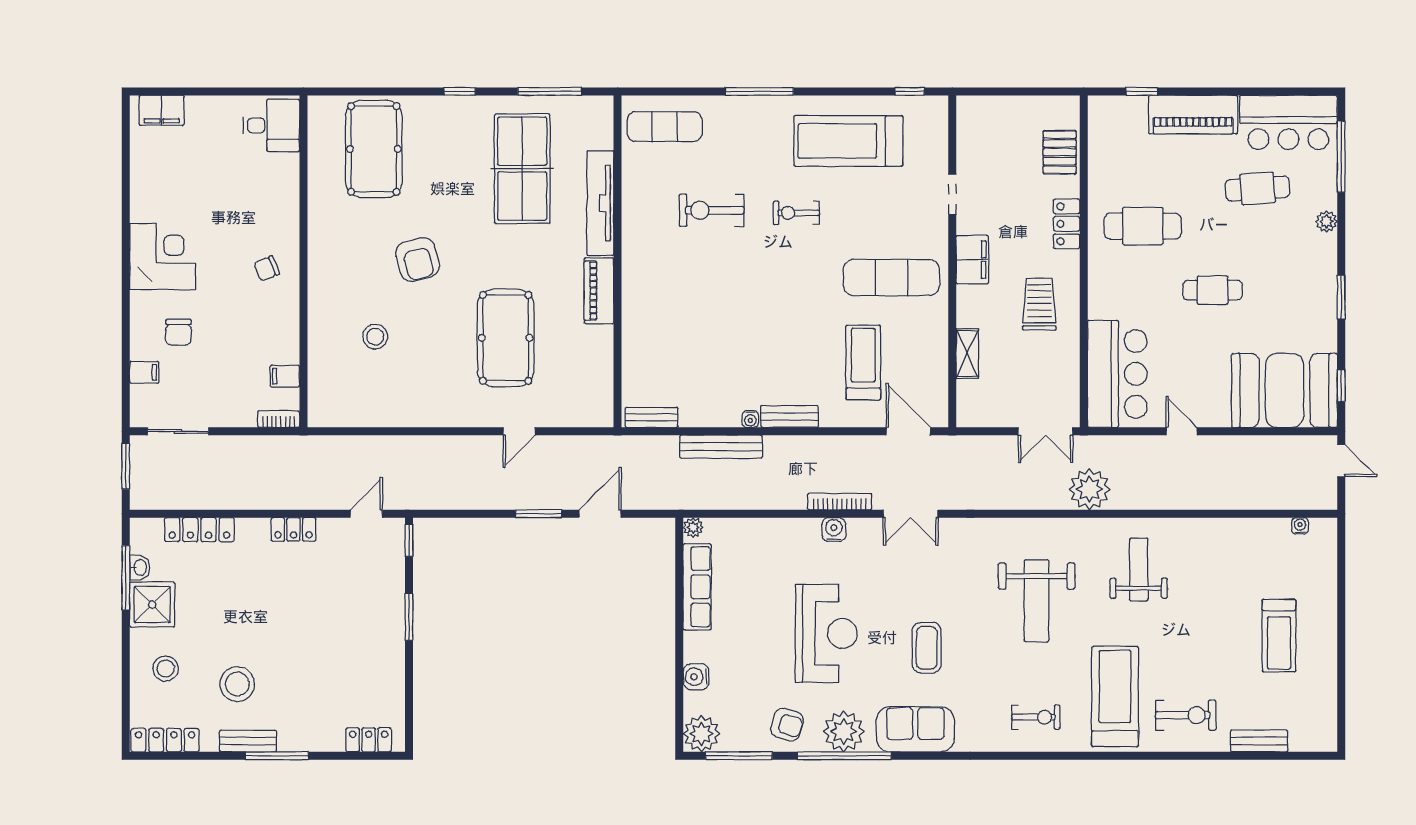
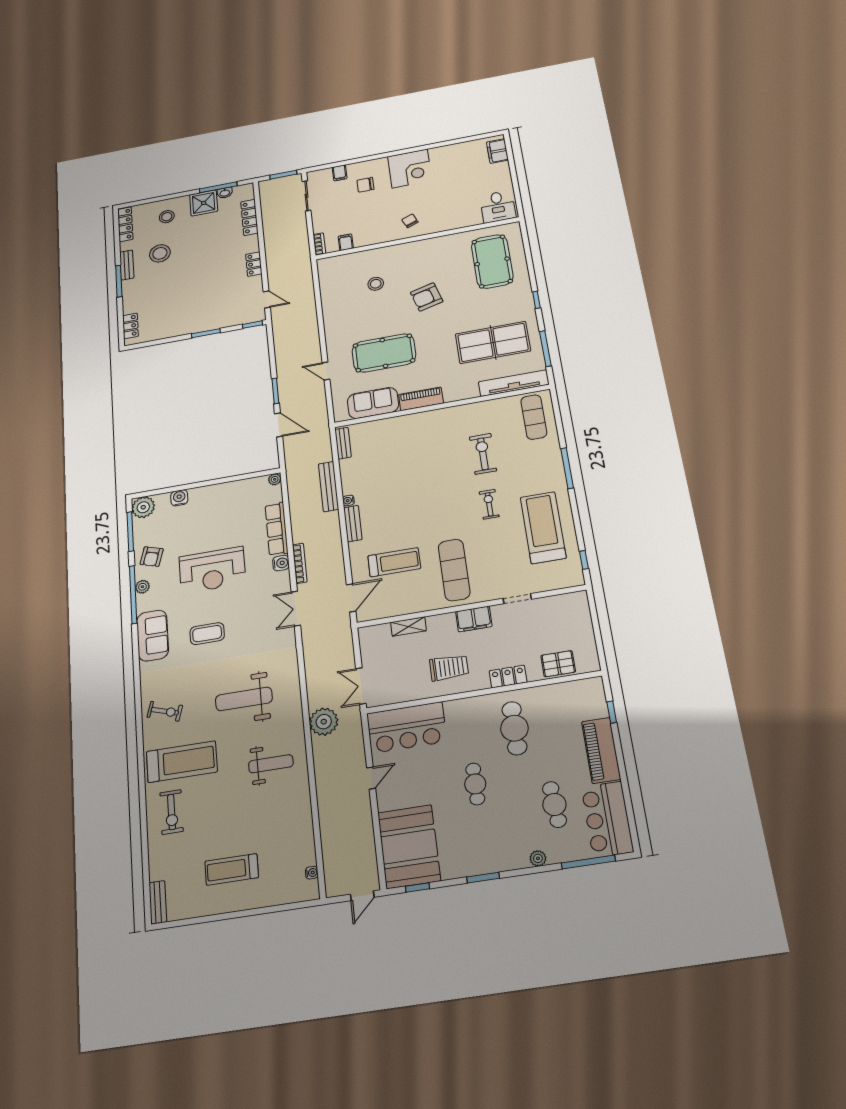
pool table: (374, 149) -> (492, 261), turned 90
tv unit: (600, 203) -> (514, 383), moved
sofa: (591, 365) -> (373, 403), added
row of seats: (697, 587) -> (276, 529), moved, turned 90
exercise bike: (1036, 717) -> (165, 711), turned -73
plant: (844, 731) -> (142, 587), width x0.53, depth x0.53
bench: (1259, 741) -> (158, 902), moved

